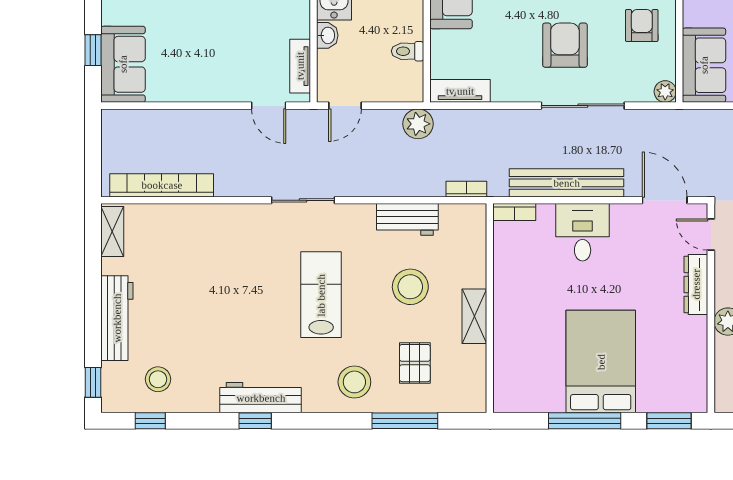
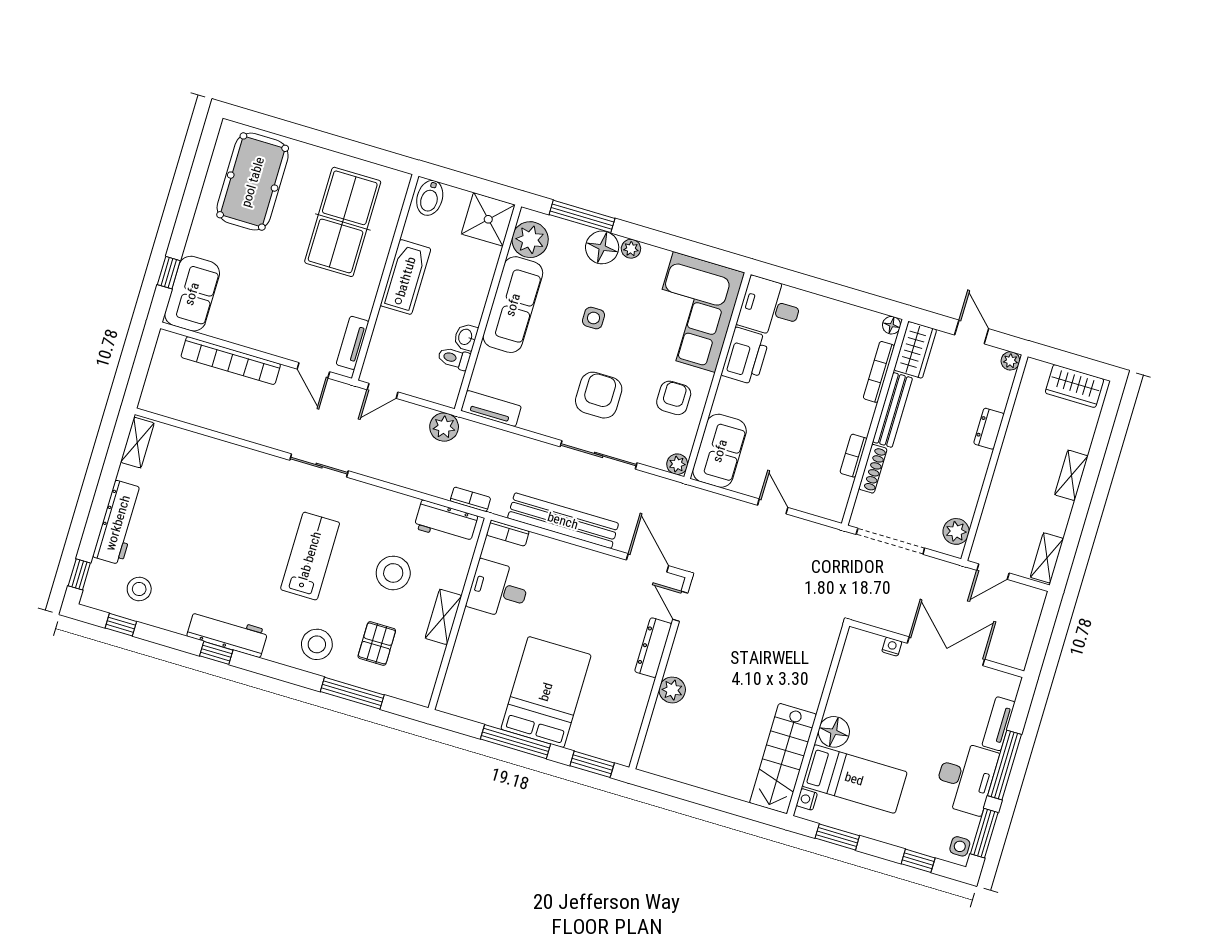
washbasin: (327, 35) -> (466, 337), moved, turned 180
bookcase: (162, 185) -> (231, 361), moved, turned 180
workbench: (407, 219) -> (446, 522), moved
desk: (583, 232) -> (498, 590), moved, turned -90

